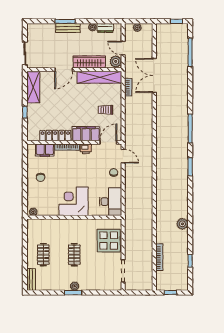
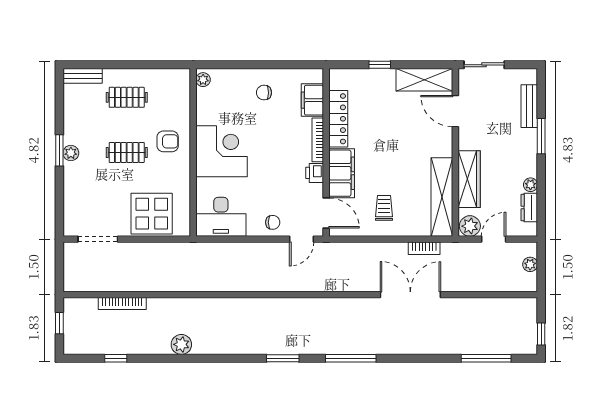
bench: (68, 28) -> (529, 106), moved
door: (64, 70) -> (455, 111), moved
double door: (154, 75) -> (410, 295), moved
armchair: (68, 232) -> (168, 141), added

